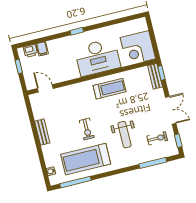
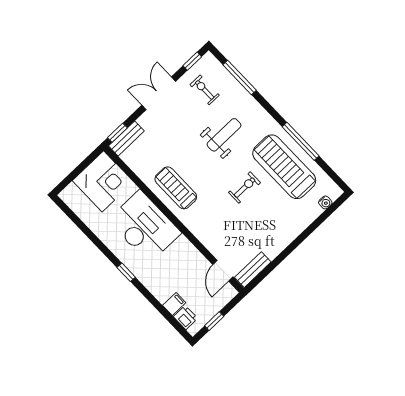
bench: (42, 132) -> (253, 270), moved
treadmill: (86, 159) -> (284, 167), turned 180
window: (75, 182) -> (301, 141), moved

